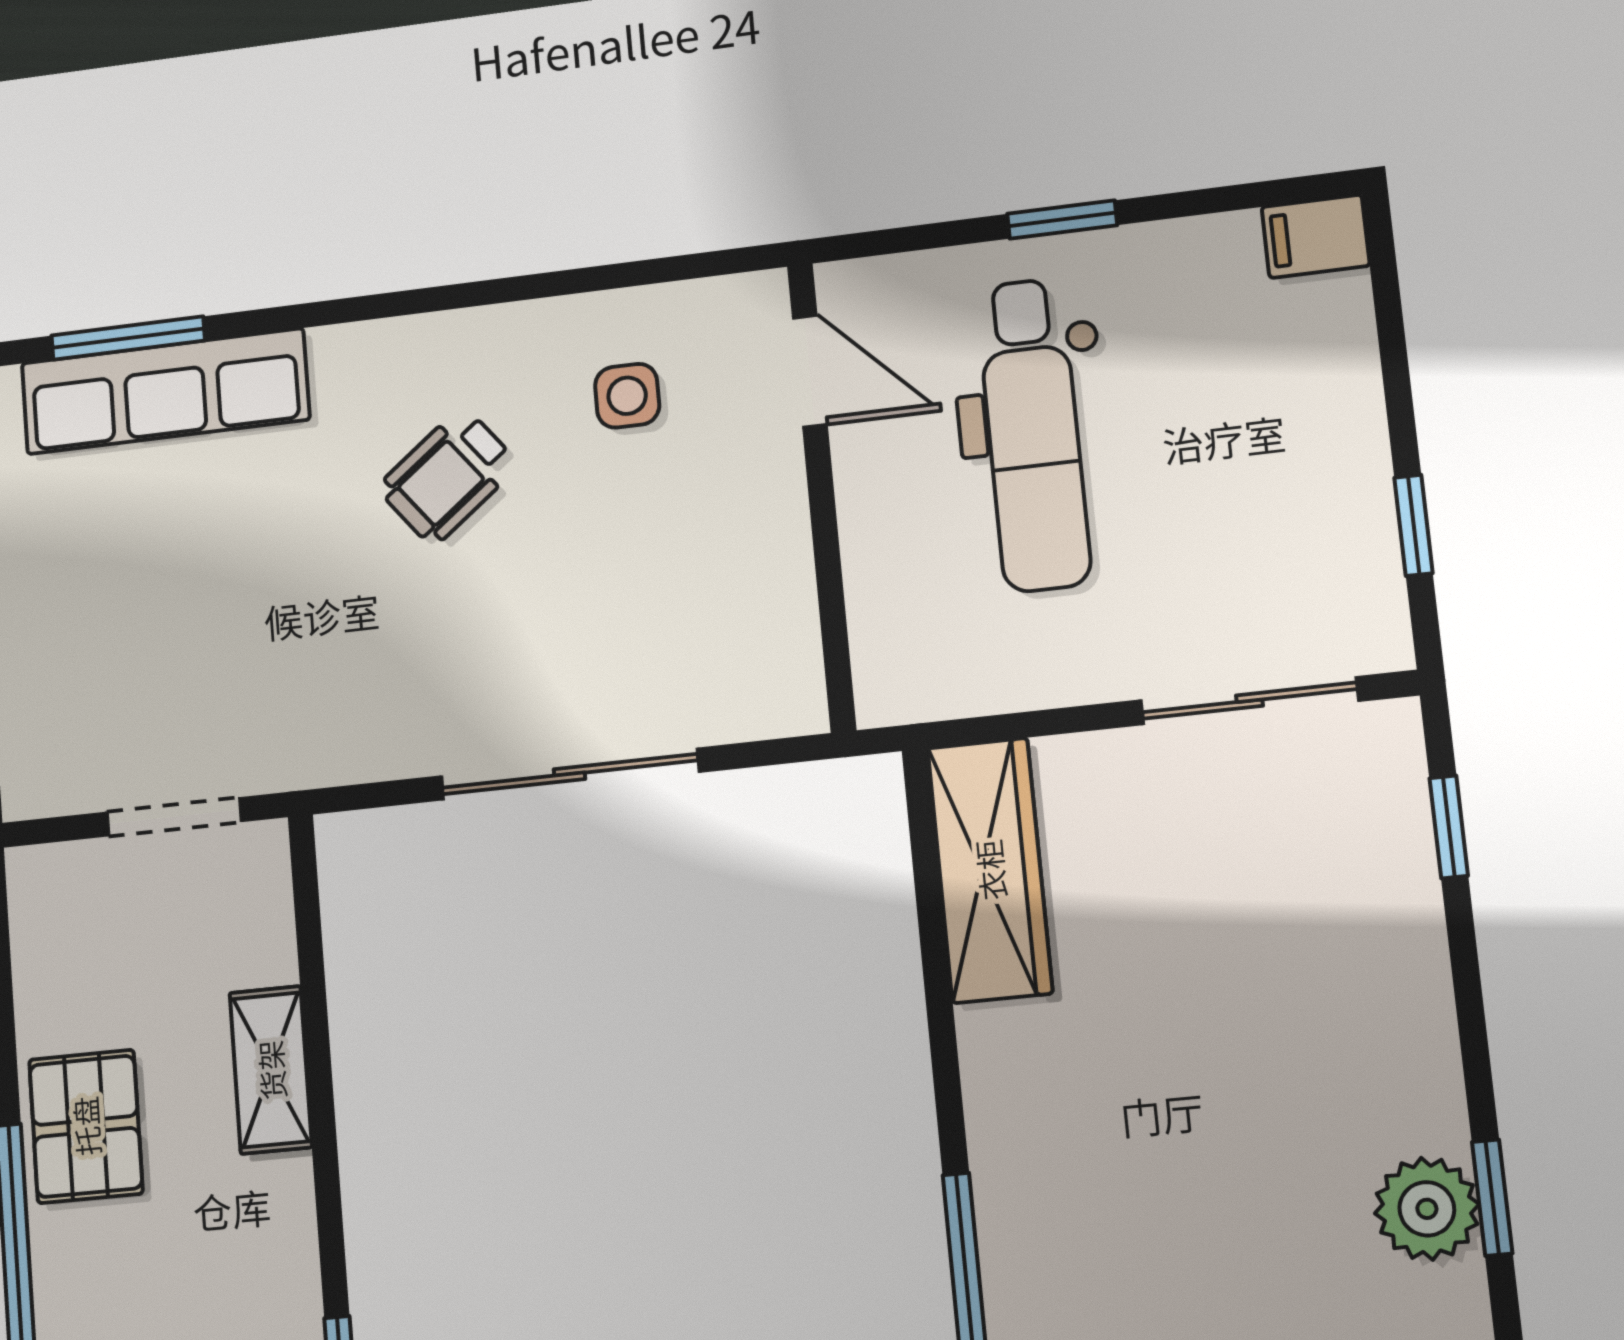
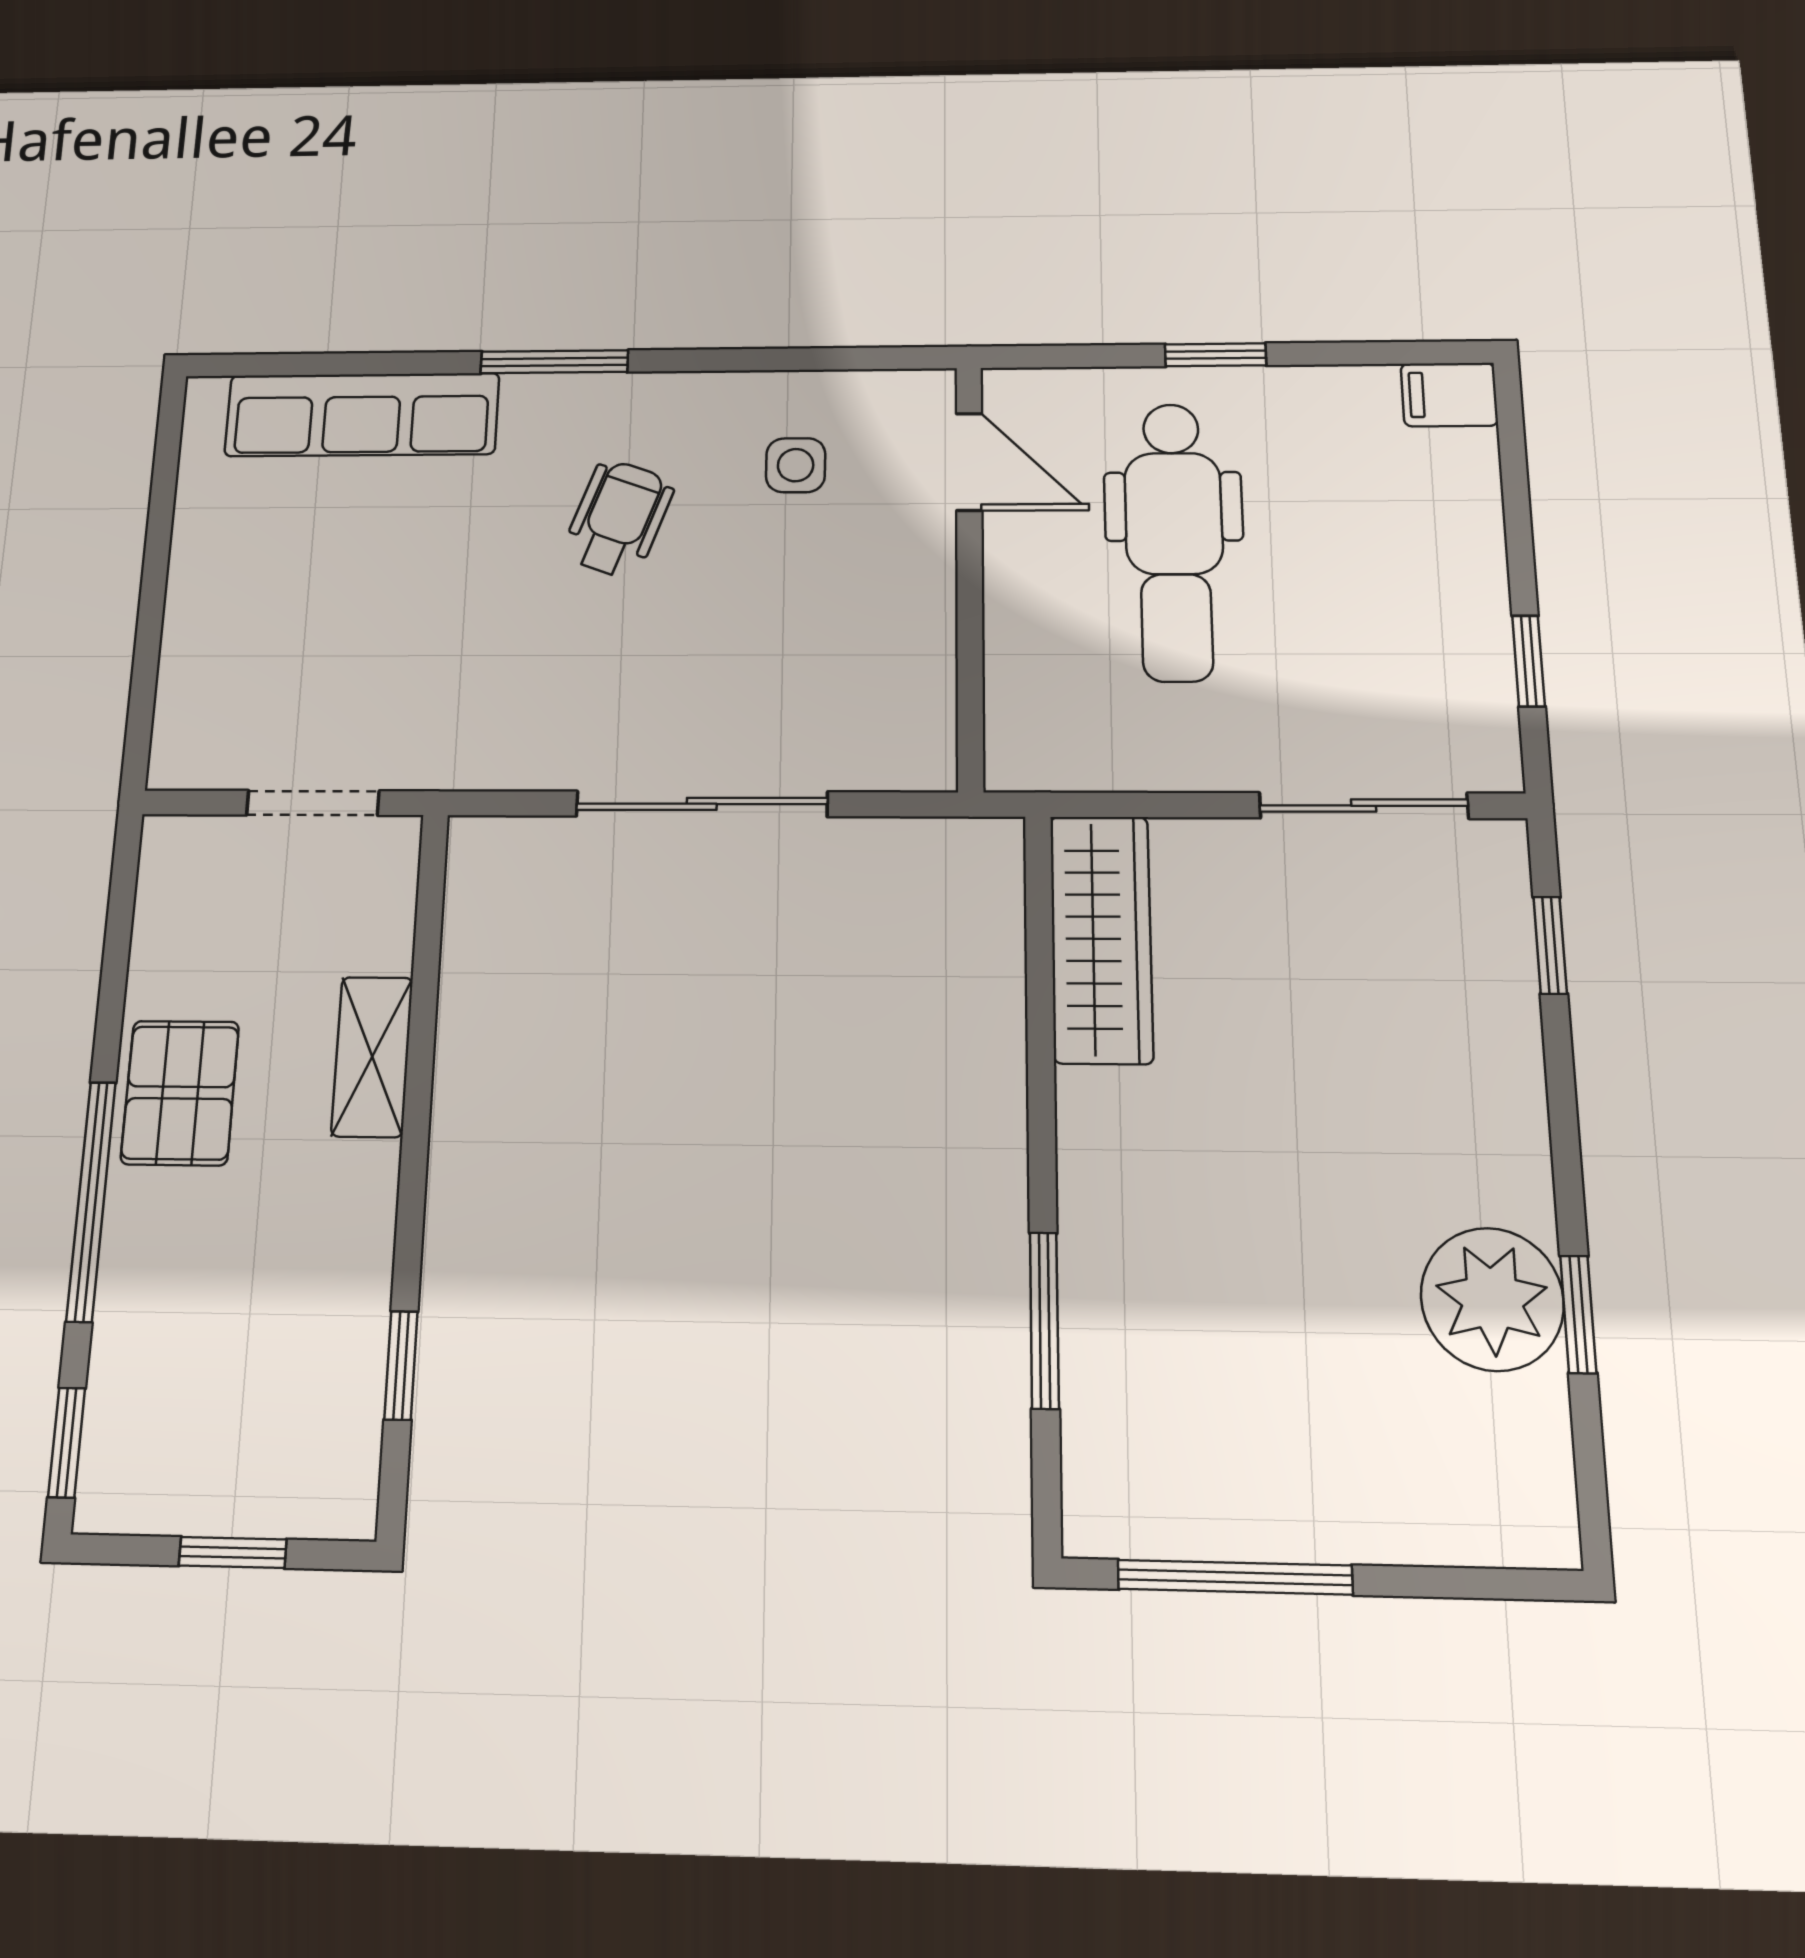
window: (128, 338) -> (554, 362), moved
wheelchair: (448, 476) -> (618, 519), turned 148
plant: (1427, 1209) -> (1492, 1299), width x1.36, depth x1.36

